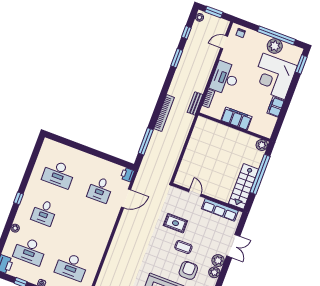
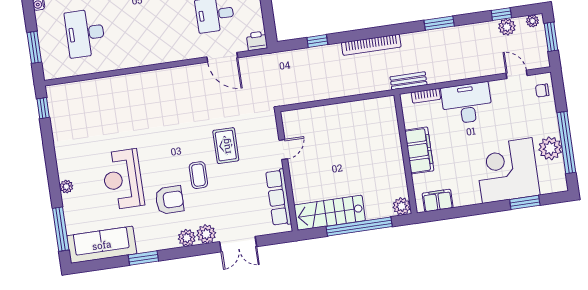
plant: (195, 33) -> (507, 27), added
window: (177, 58) -> (439, 23), moved
window: (301, 64) -> (525, 202), moved
filing cabinet: (276, 107) -> (438, 200), moved
window: (146, 141) -> (317, 41), width x0.46

